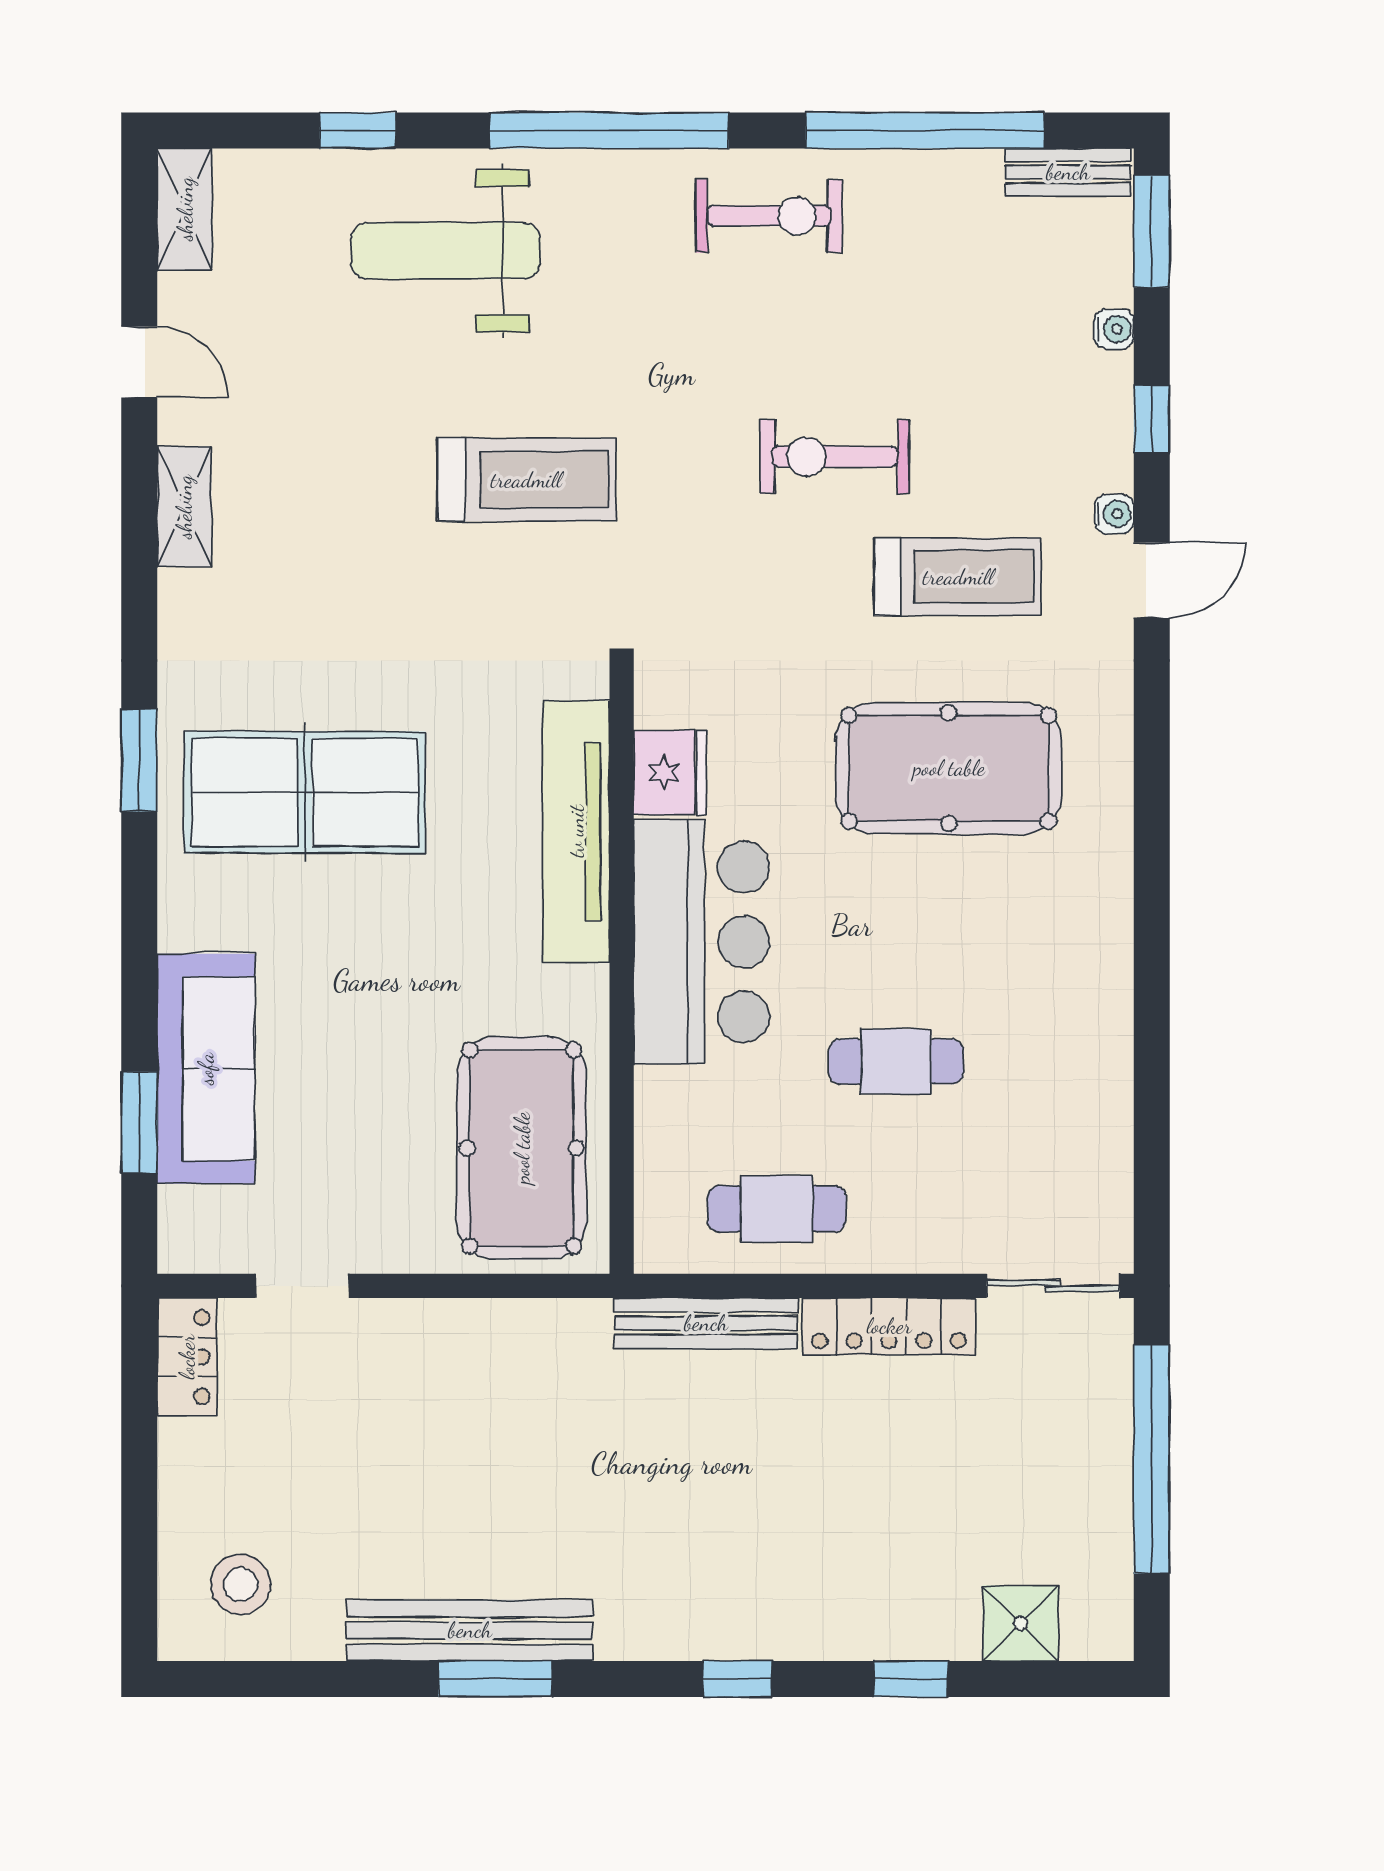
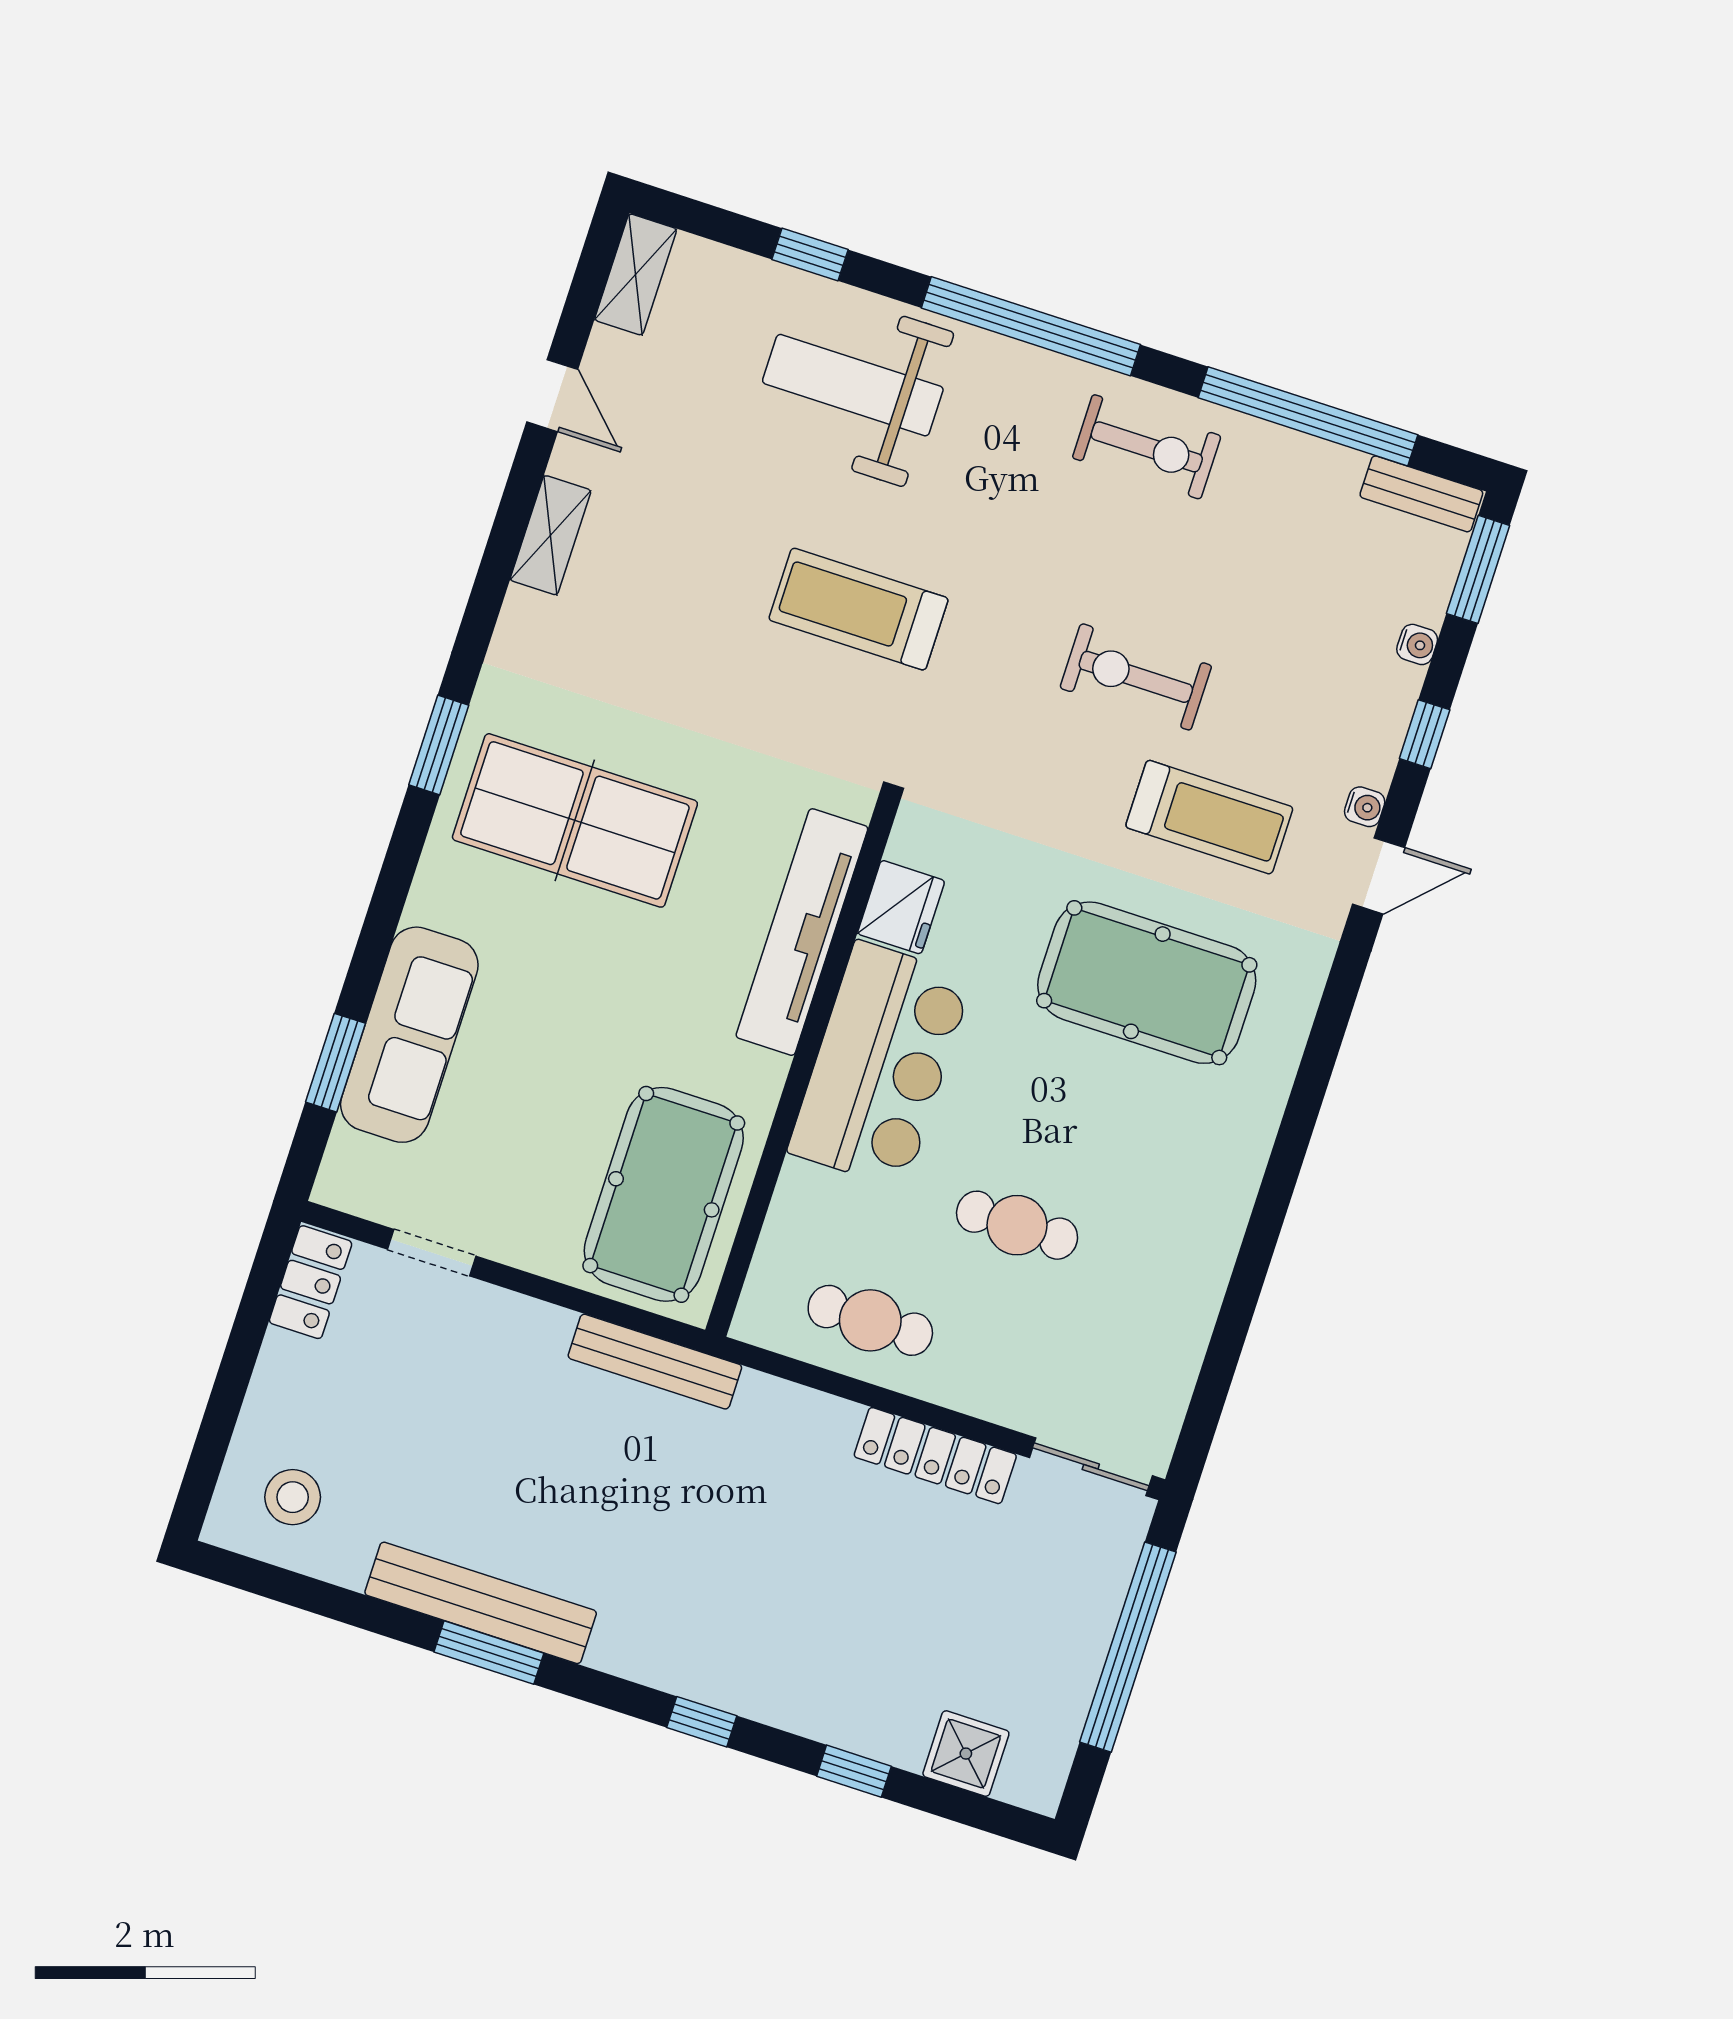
treadmill: (526, 480) -> (859, 609), turned 180
bench: (706, 1323) -> (655, 1362), moved

